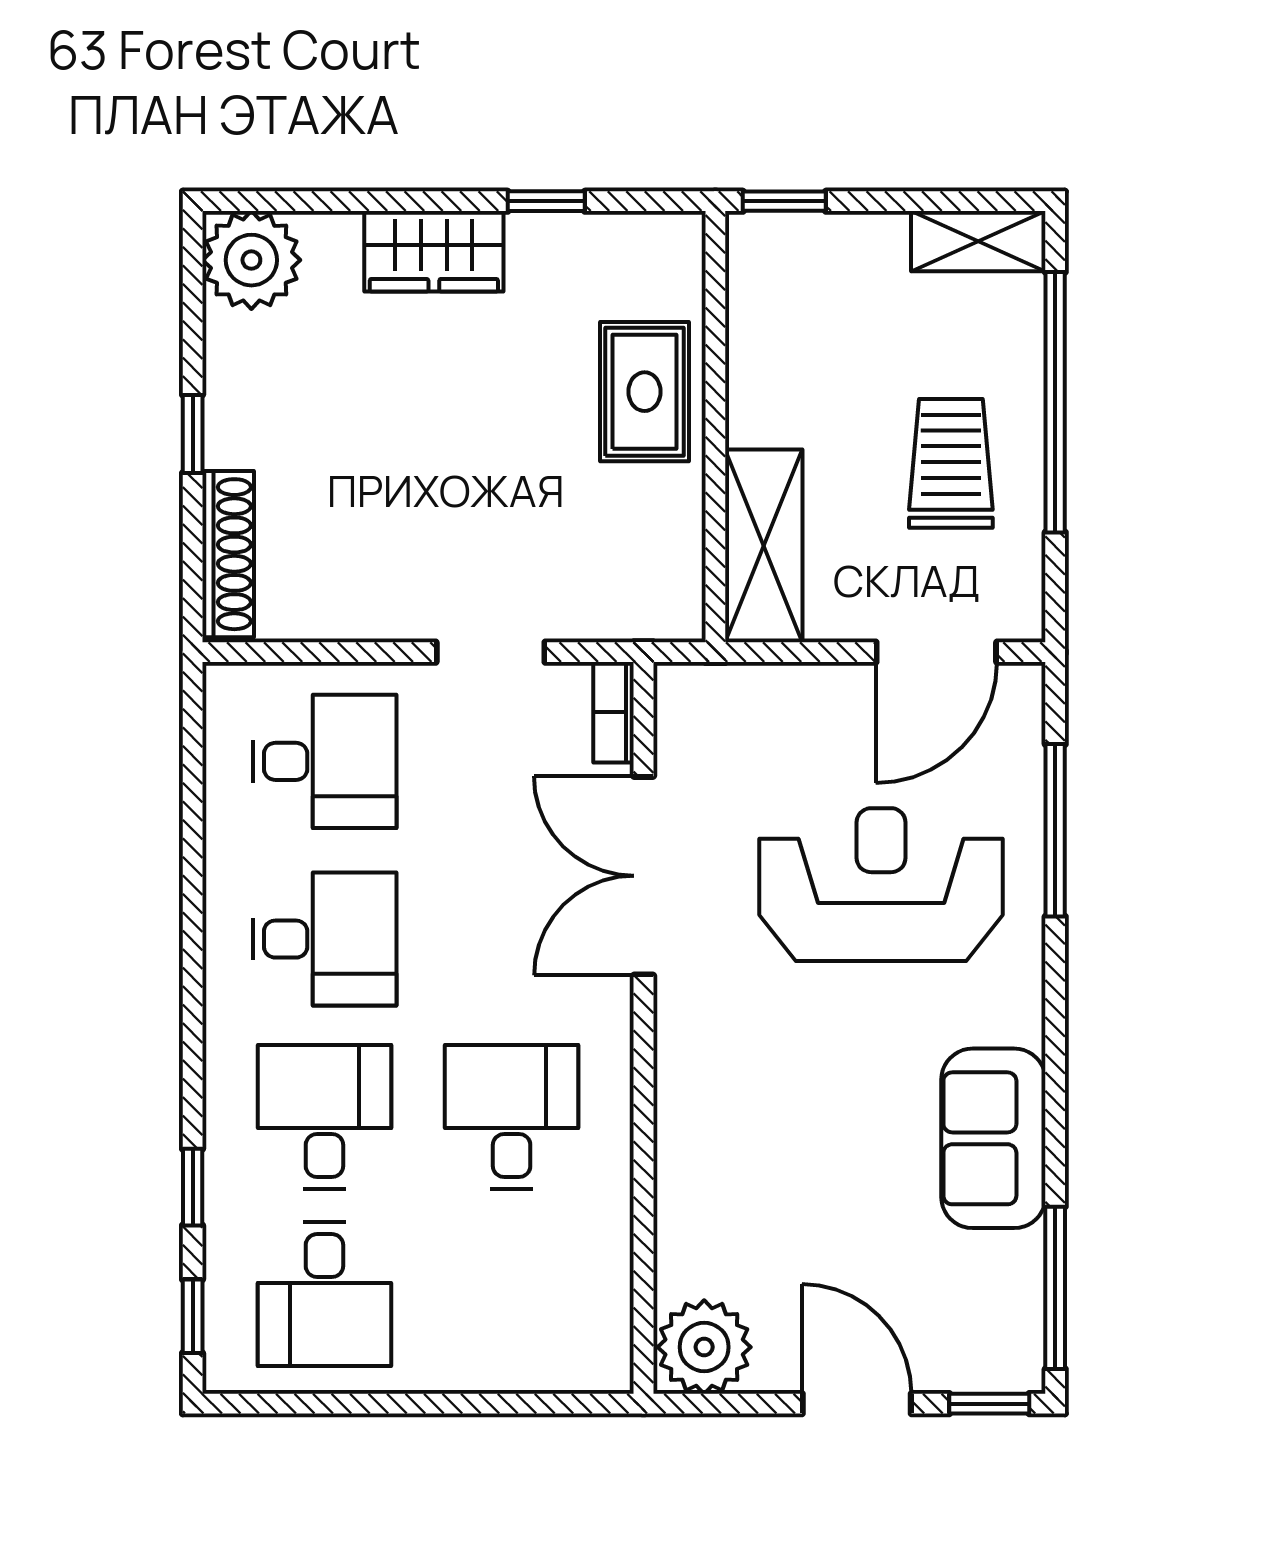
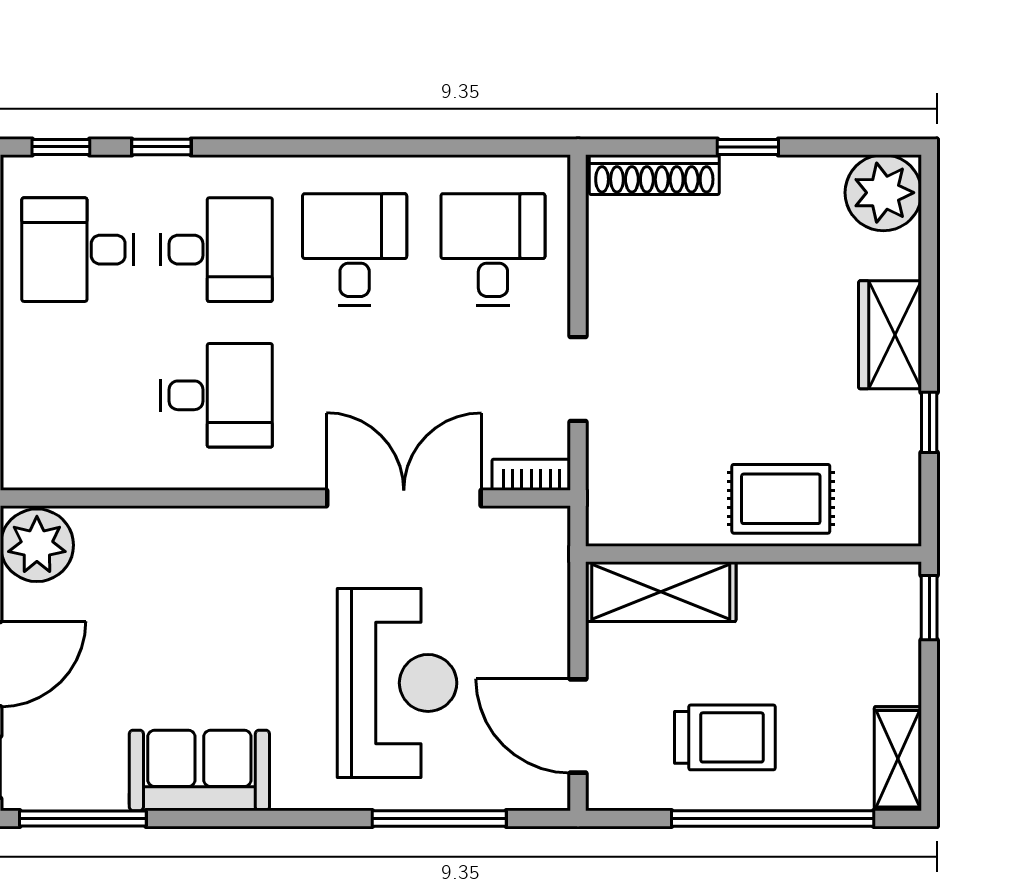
desk: (324, 761) -> (493, 250), turned 180
desk: (324, 939) -> (355, 250), turned 180

